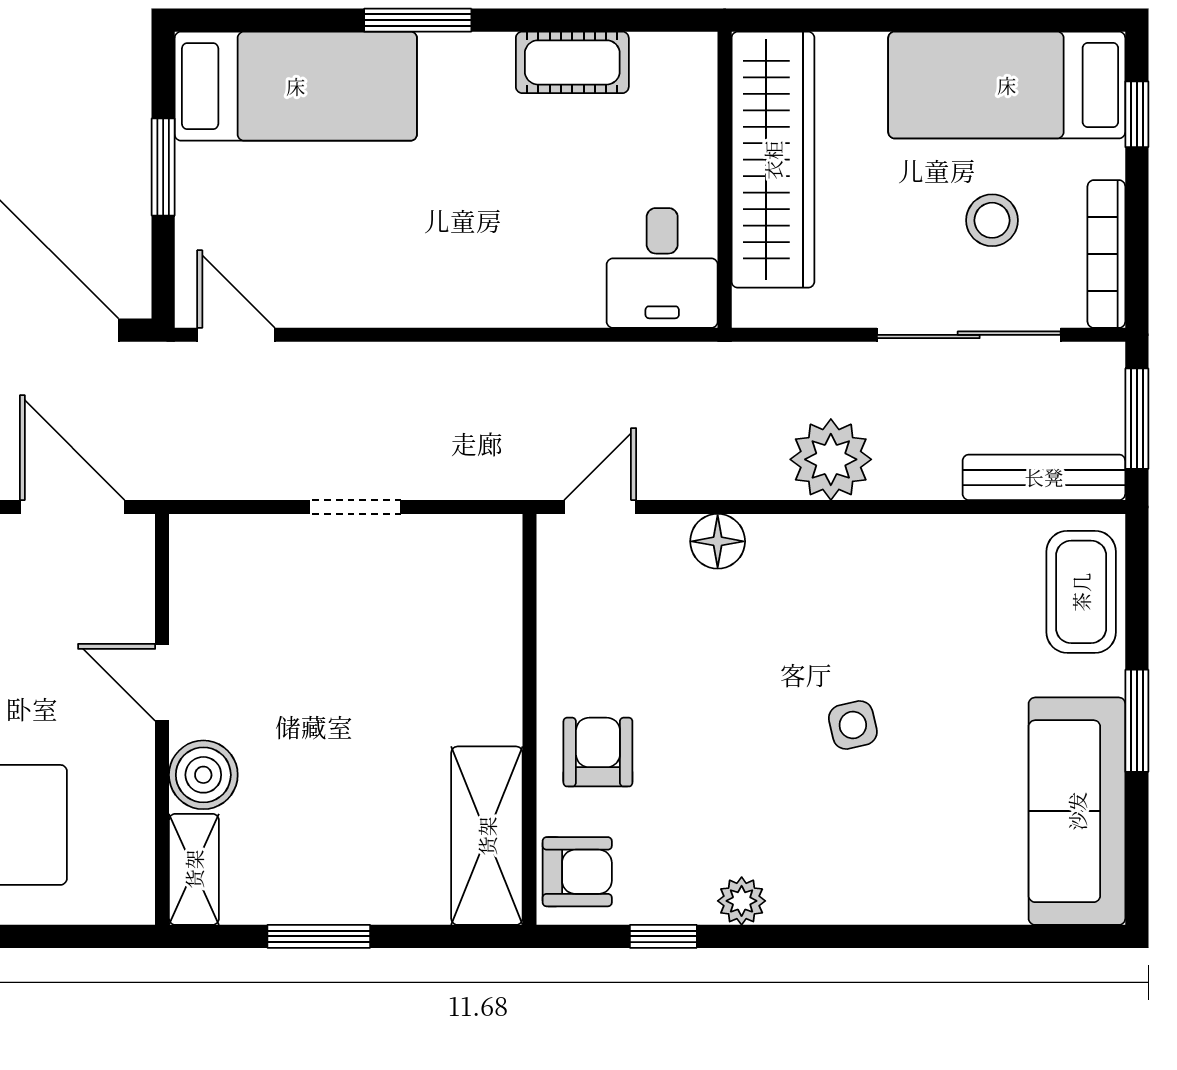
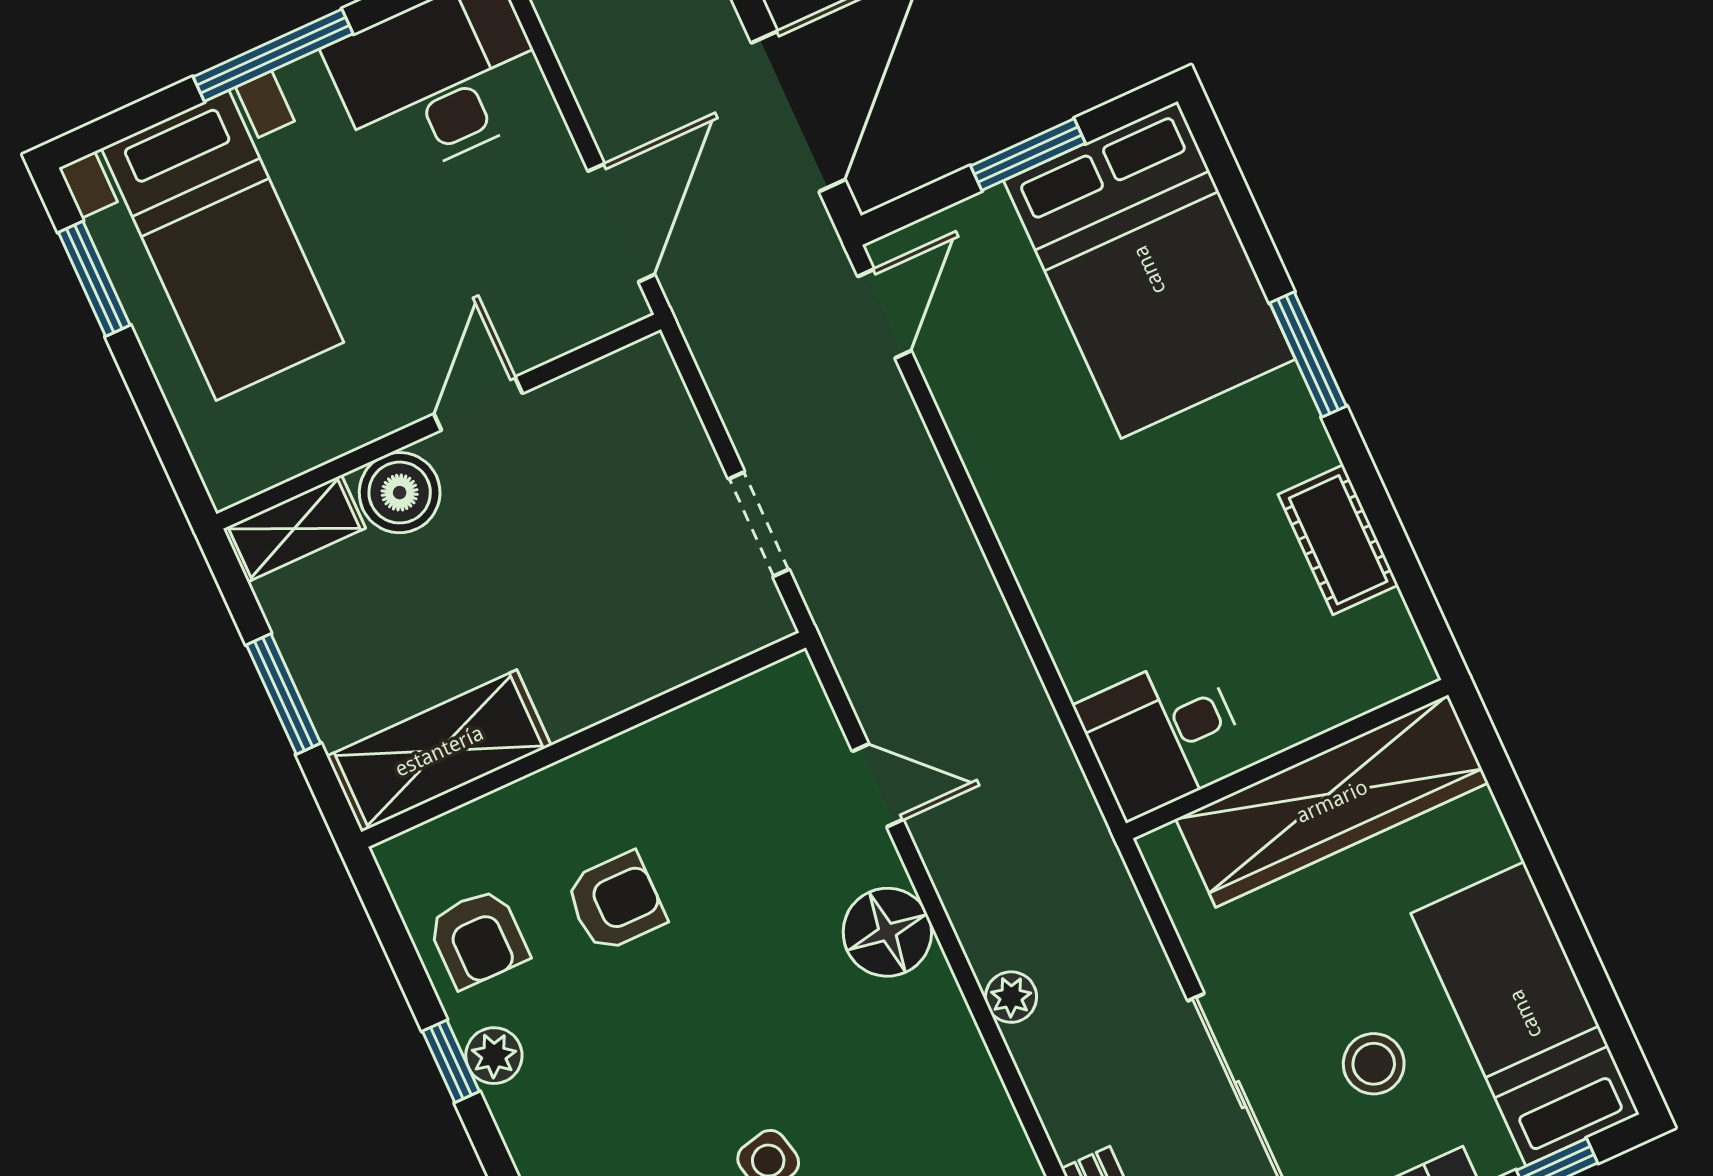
bed: (296, 86) -> (1149, 270), width x1.50
plant: (831, 459) -> (1011, 997), width x0.53, depth x0.53
floor lamp: (718, 541) -> (887, 932), width x1.38, depth x1.38
wall: (529, 719) -> (584, 740), moved
shelving: (487, 836) -> (439, 751), moved
plant: (742, 901) -> (494, 1056), moved

